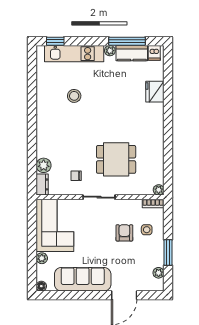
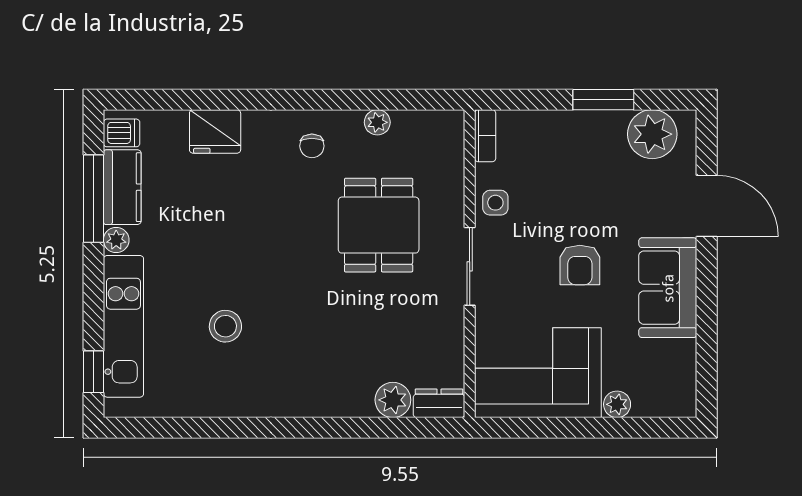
chair: (76, 176) -> (312, 146), moved
plant: (159, 190) -> (377, 122), moved
side table: (147, 230) -> (495, 203), moved
armchair: (124, 233) -> (580, 265), moved, turned -90
plant: (159, 273) -> (652, 134), width x1.88, depth x1.88
sofa: (83, 279) -> (668, 288), width x0.73
floor lamp: (41, 286) -> (684, 405), removed

